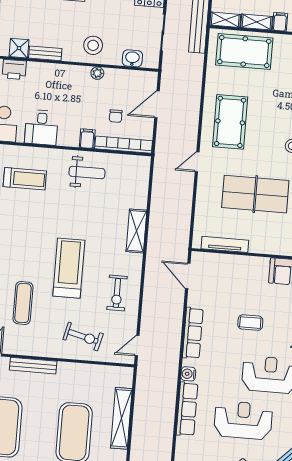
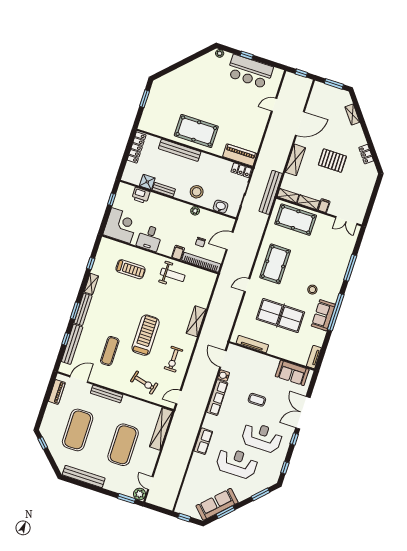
water cooler: (188, 374) -> (224, 376), moved
row of seats: (187, 409) -> (203, 441), width x0.68
shelving: (121, 418) -> (161, 429), moved

